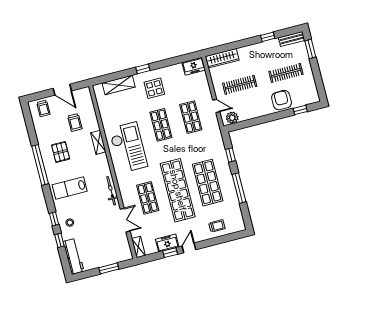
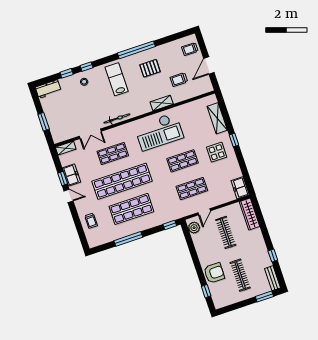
window: (231, 155) -> (170, 225), moved
workbench: (74, 256) -> (48, 89), width x0.73

